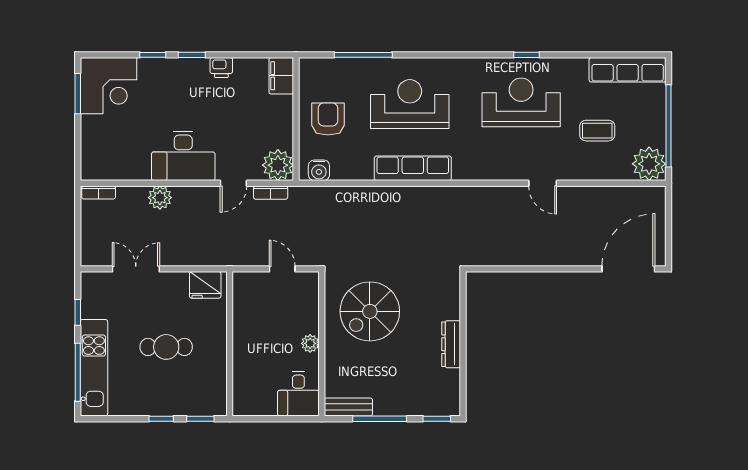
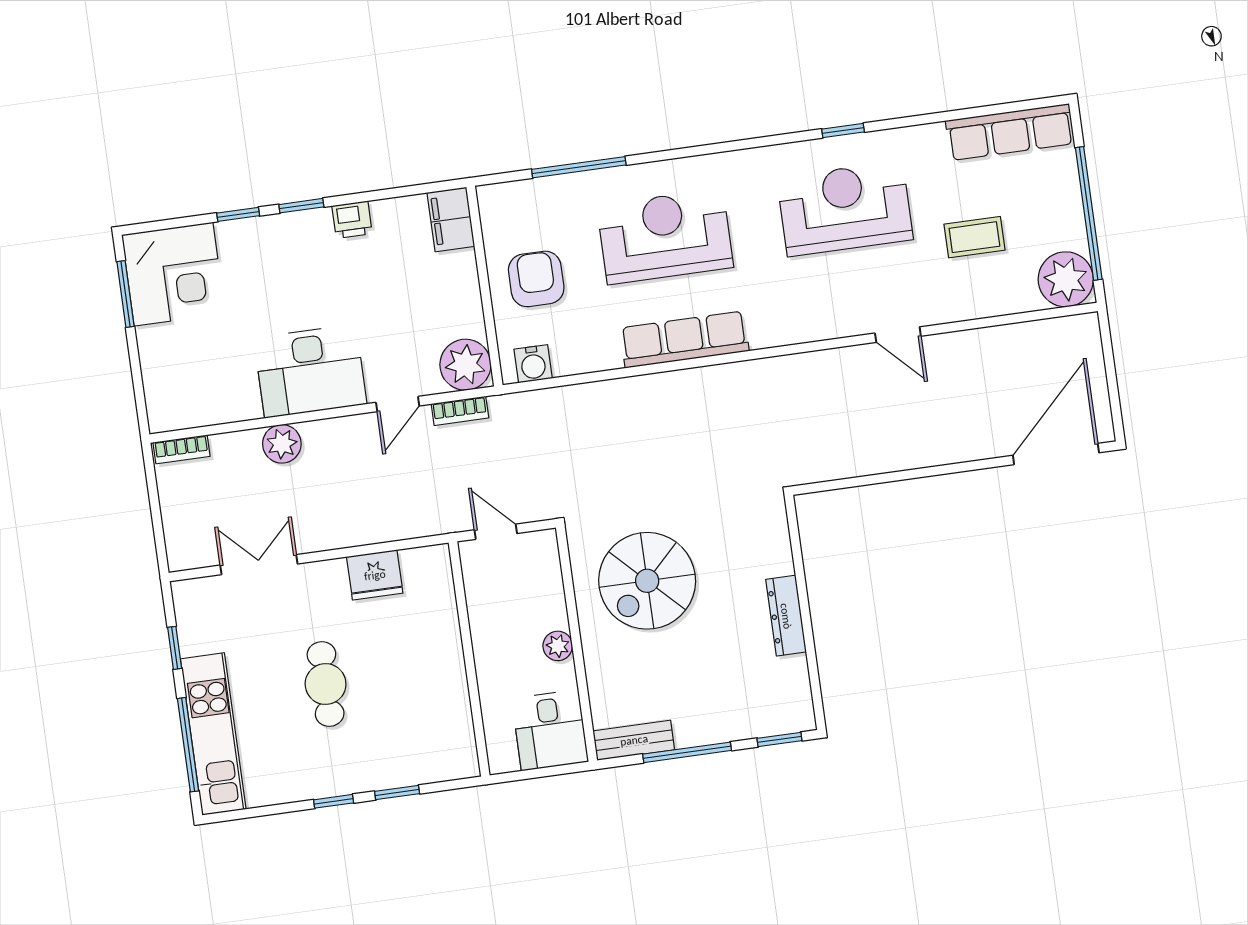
wall: (230, 344) -> (469, 659), moved
cafe table: (166, 347) -> (326, 684), turned 90

